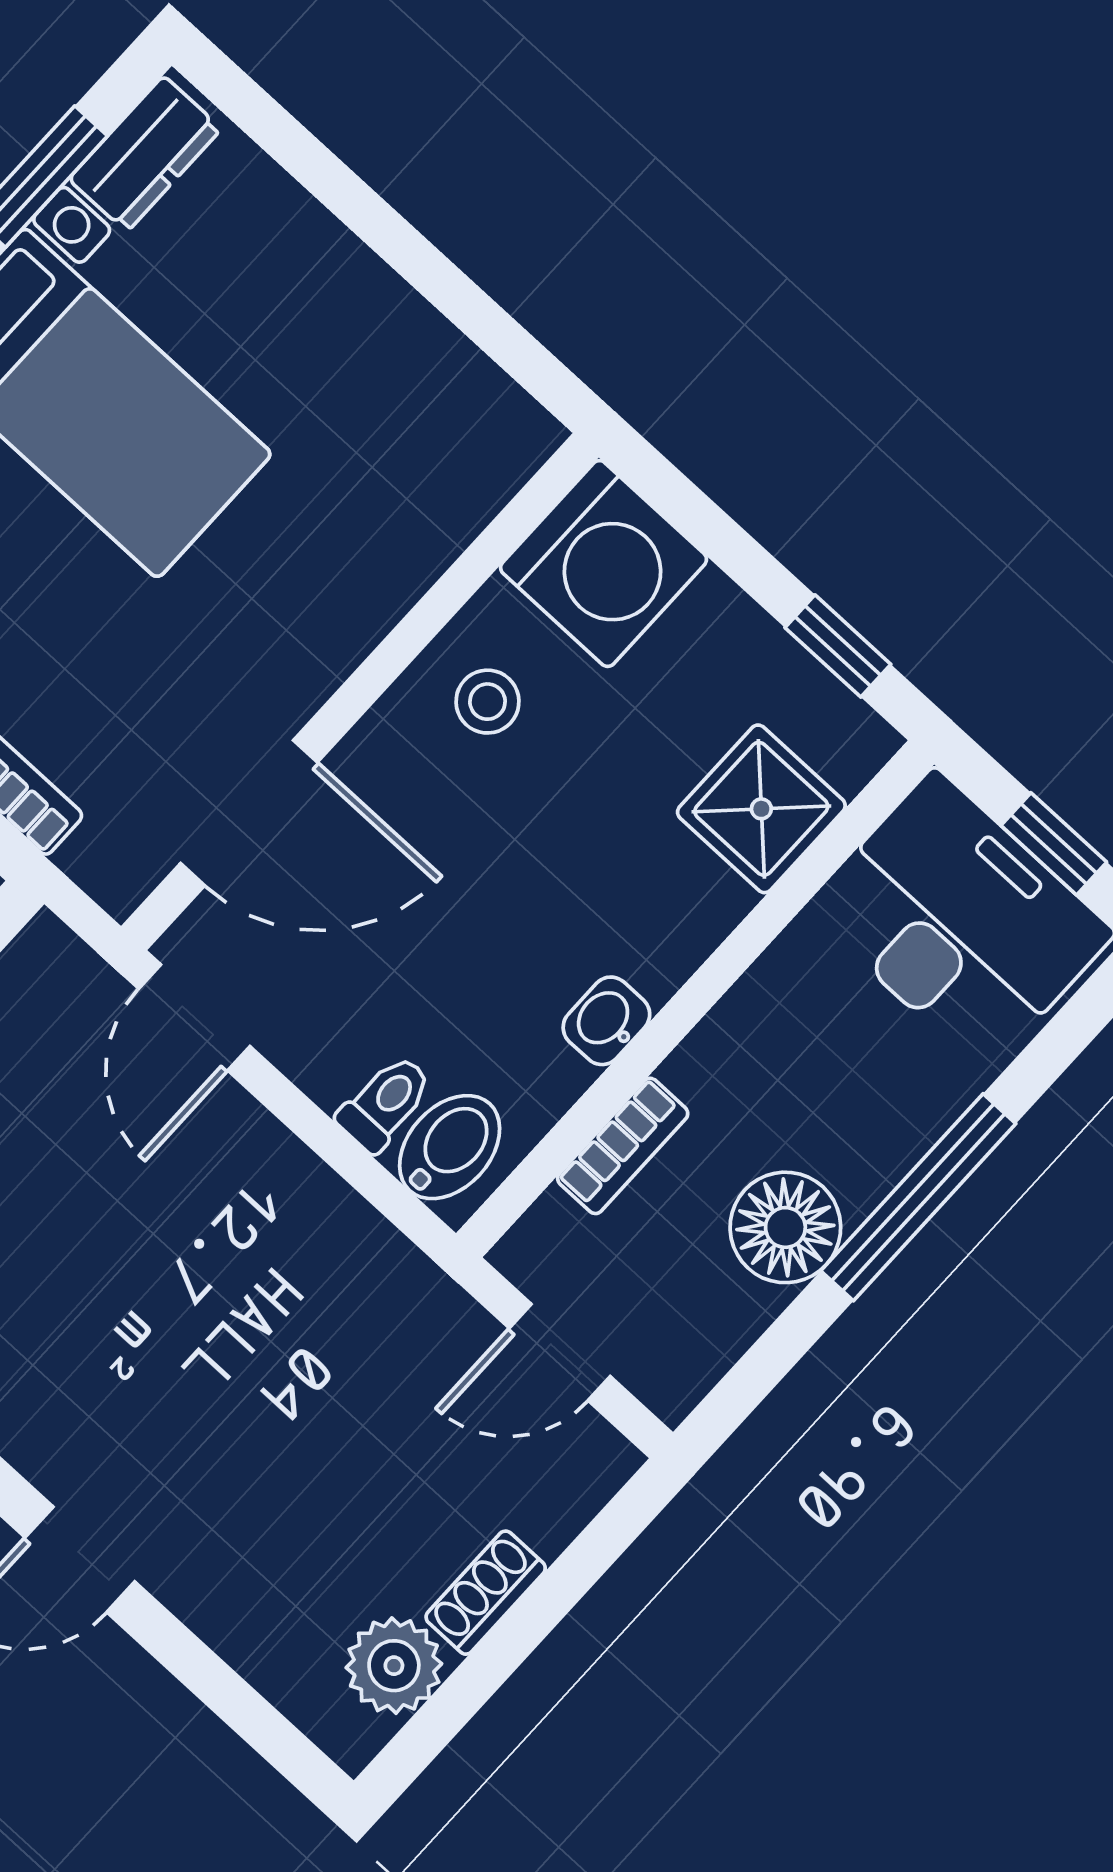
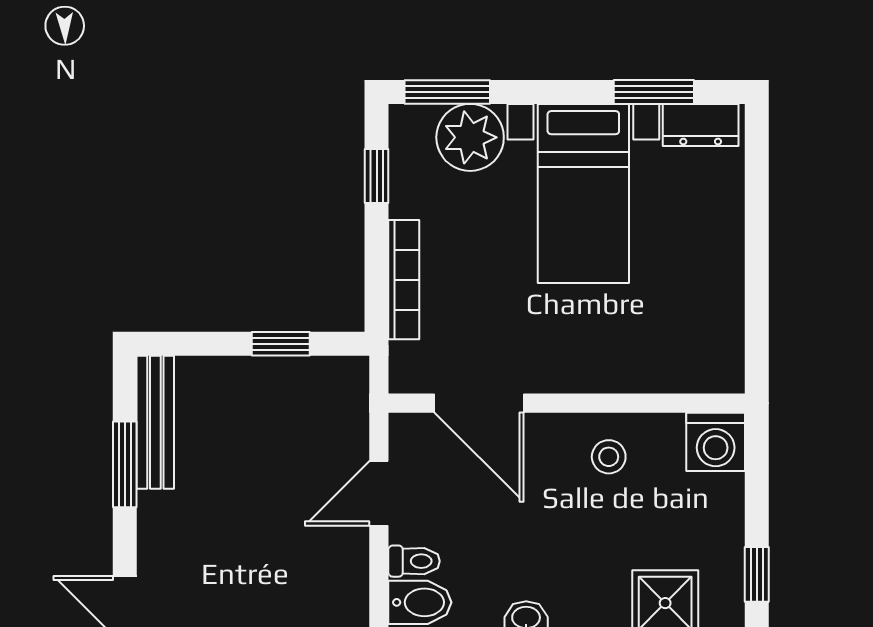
washing machine: (604, 564) -> (716, 442), width x0.73, depth x0.73
door: (194, 1017) -> (379, 493), moved

